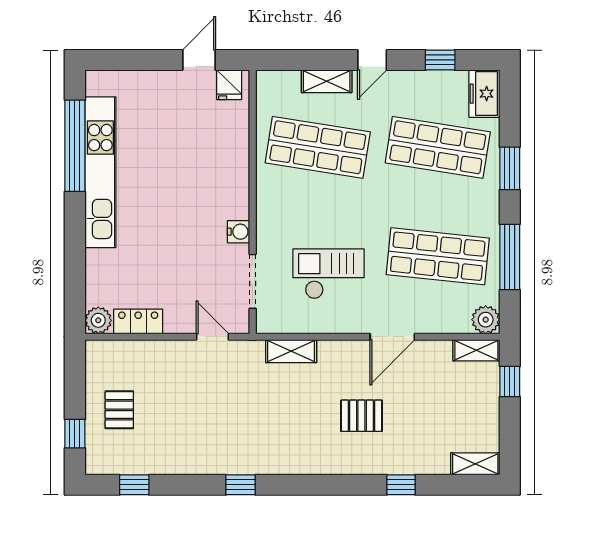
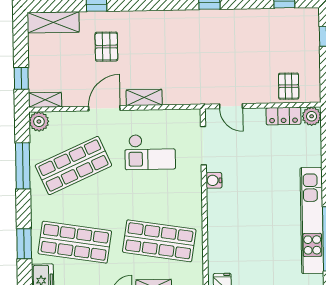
window: (510, 168) -> (24, 244), moved
shop shelf: (438, 256) -> (73, 166), turned -30
shelving: (291, 351) -> (144, 97), moved
pallet: (119, 410) -> (289, 86), moved
pallet: (361, 416) -> (106, 47), moved, turned 90
shelving: (475, 464) -> (53, 22), width x1.50, depth x1.33

